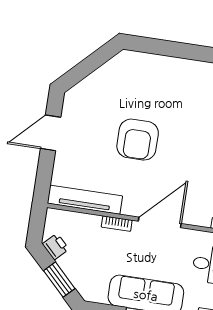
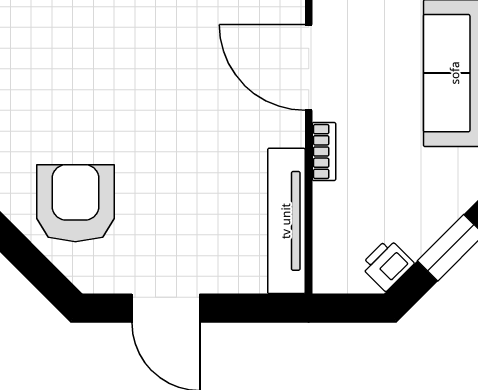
armchair: (138, 140) -> (75, 203), moved, turned -90

